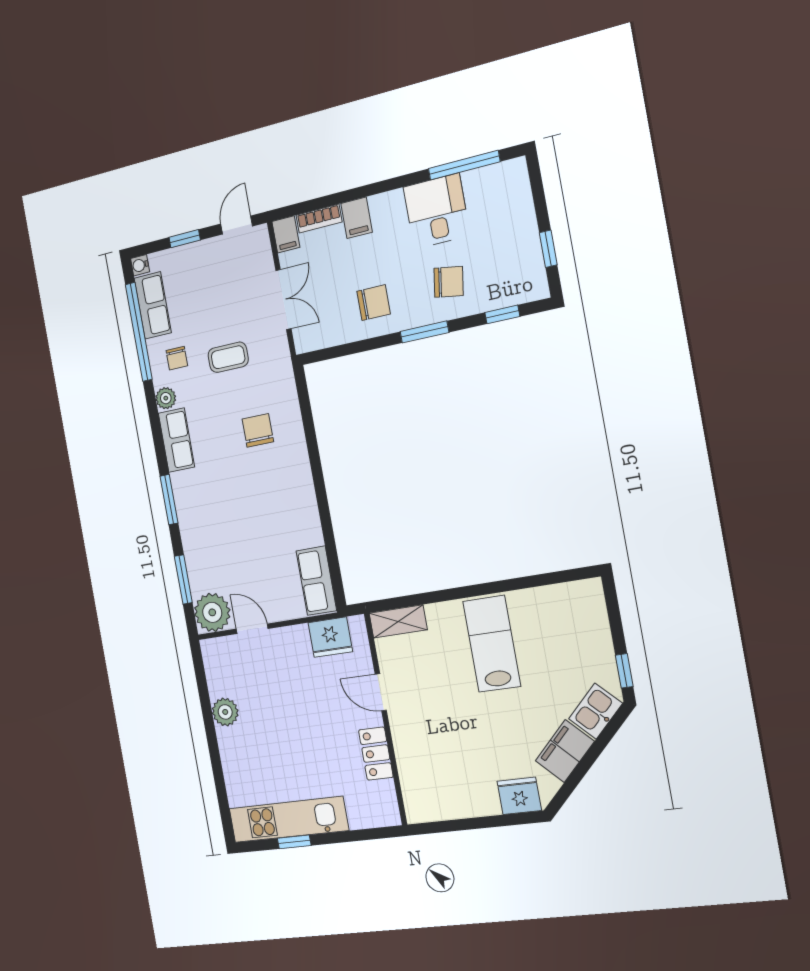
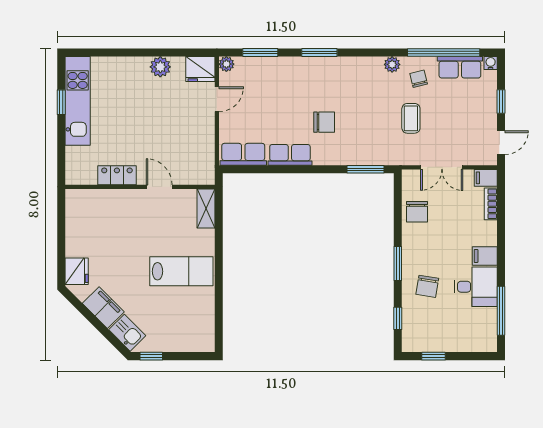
filing cabinet: (357, 218) -> (485, 256), moved
door: (237, 225) -> (501, 143), hinge flipped
chair: (374, 303) -> (417, 212), moved
chair: (177, 358) -> (419, 79), turned 76
window: (305, 406) -> (366, 169), added
chair: (258, 430) -> (324, 122), moved
row of seats: (176, 440) -> (290, 155), moved, turned 180
plant: (212, 612) -> (226, 64), width x0.53, depth x0.53
fridge: (330, 637) -> (200, 69), moved, turned -90
door: (381, 692) -> (159, 187), hinge flipped

